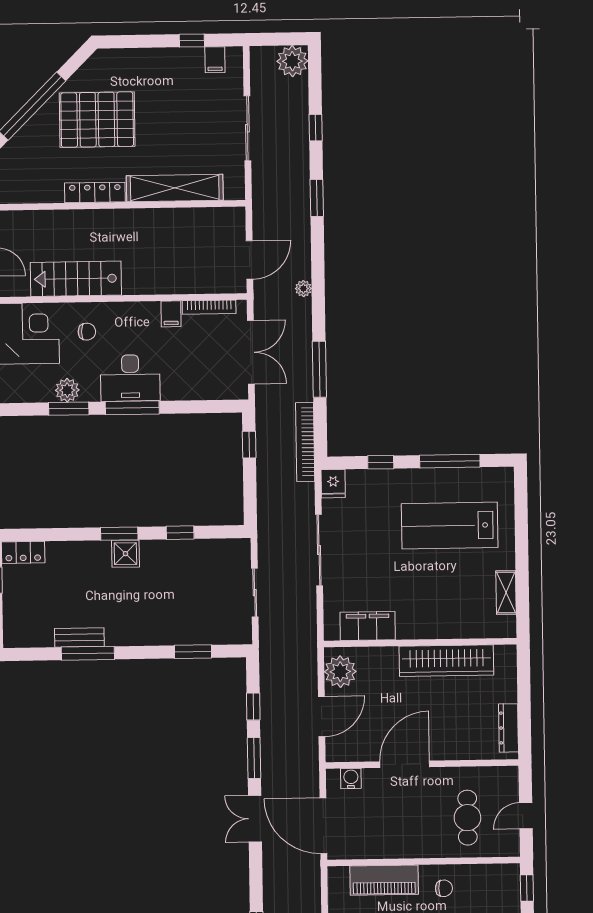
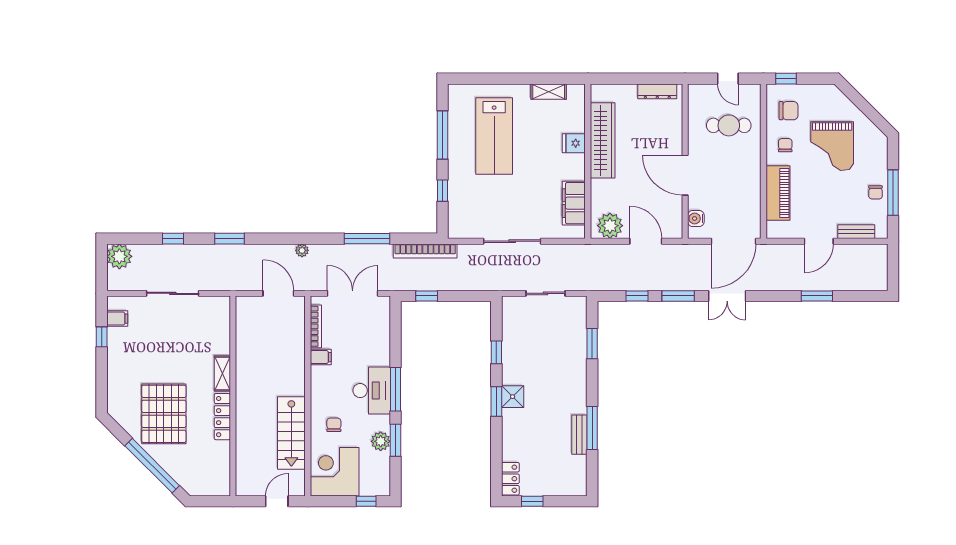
shelving: (175, 188) -> (222, 374), width x0.45, depth x0.75
fridge: (333, 484) -> (574, 143), moved, turned 180
chair: (487, 892) -> (789, 111), added

